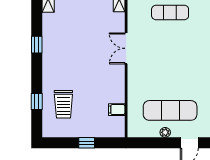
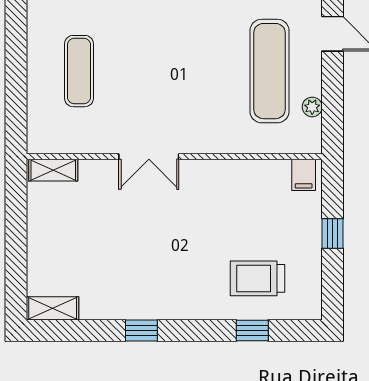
trolley: (63, 104) -> (257, 278), turned 180
filing cabinet: (117, 110) -> (304, 175), moved
plant: (165, 132) -> (312, 107), moved

